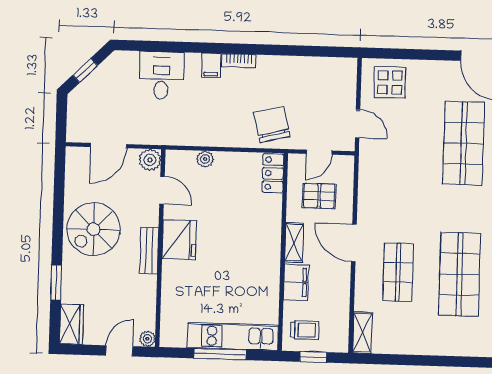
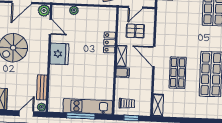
locker: (273, 173) -> (109, 43), moved
bench: (149, 251) -> (42, 87), moved
filing cabinet: (296, 282) -> (123, 73), width x0.50

